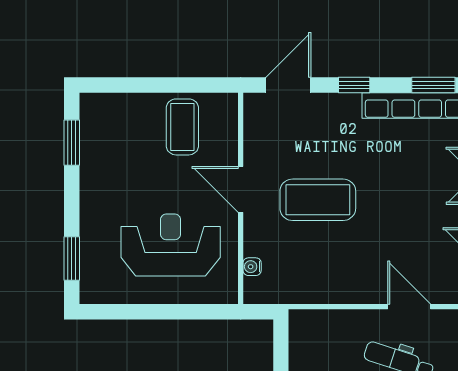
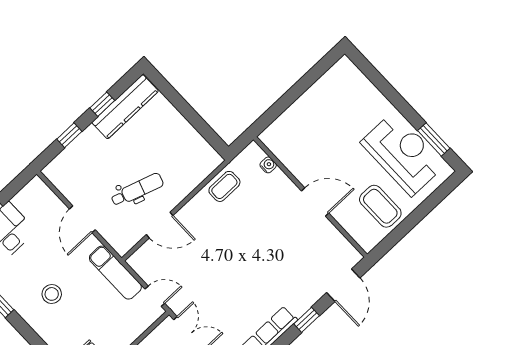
coffee table: (318, 200) -> (224, 186), moved, width x0.54, depth x0.58
reception desk: (171, 245) -> (403, 154), moved, turned -90
window: (72, 258) -> (373, 75), removed

